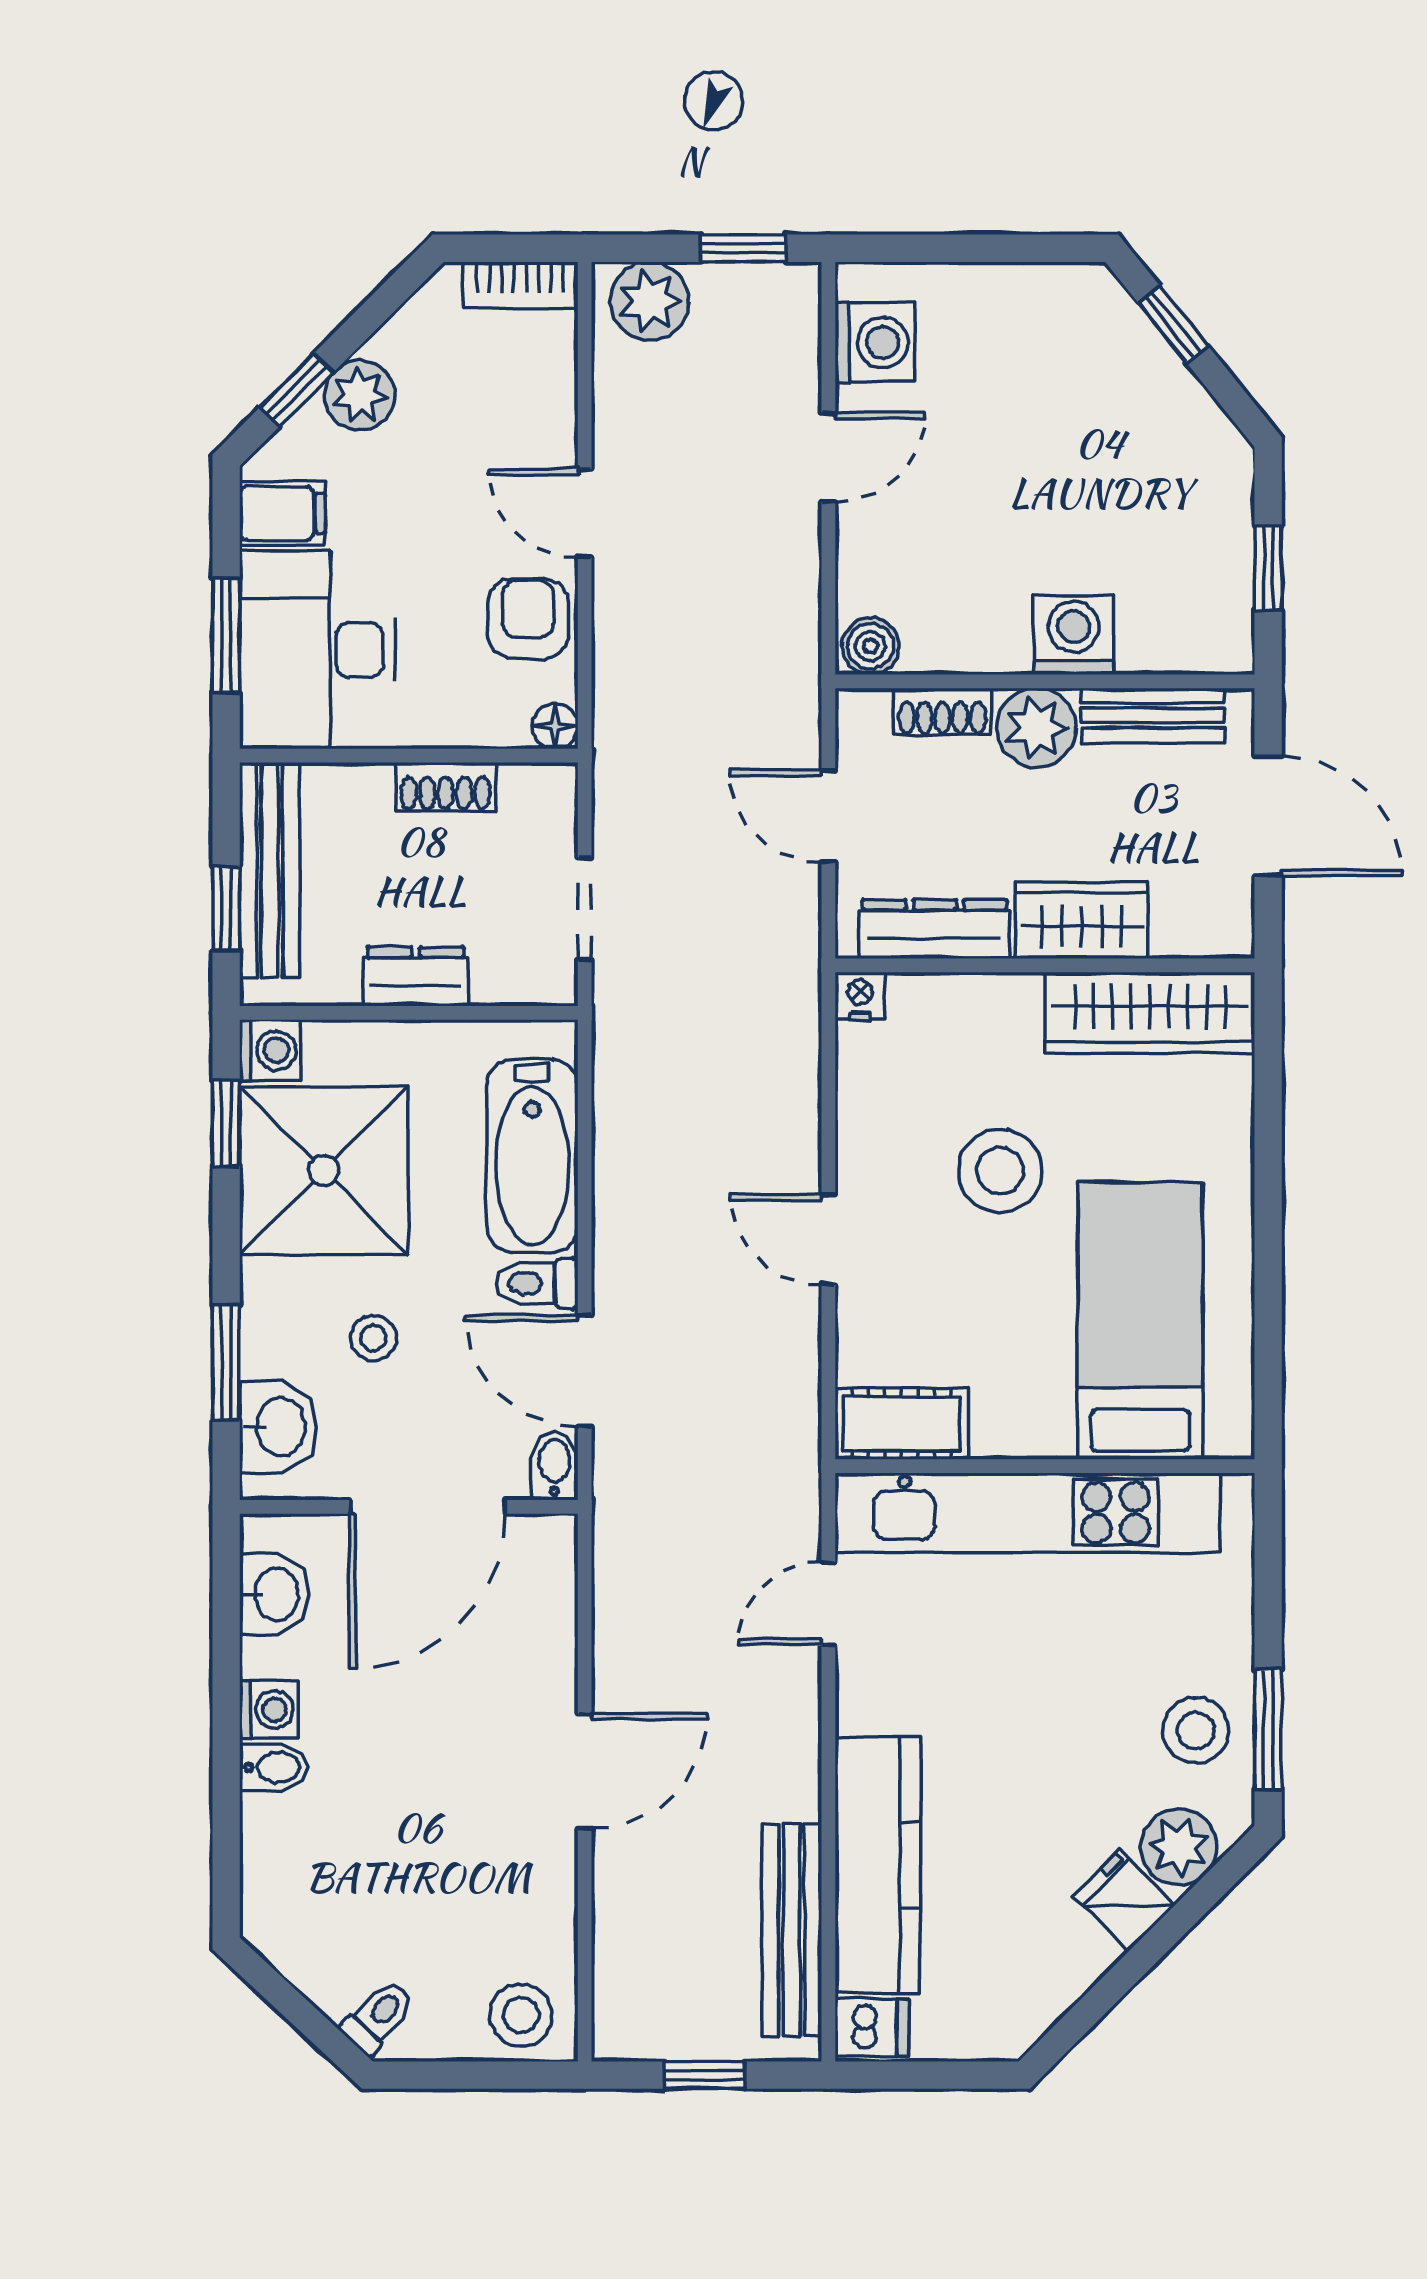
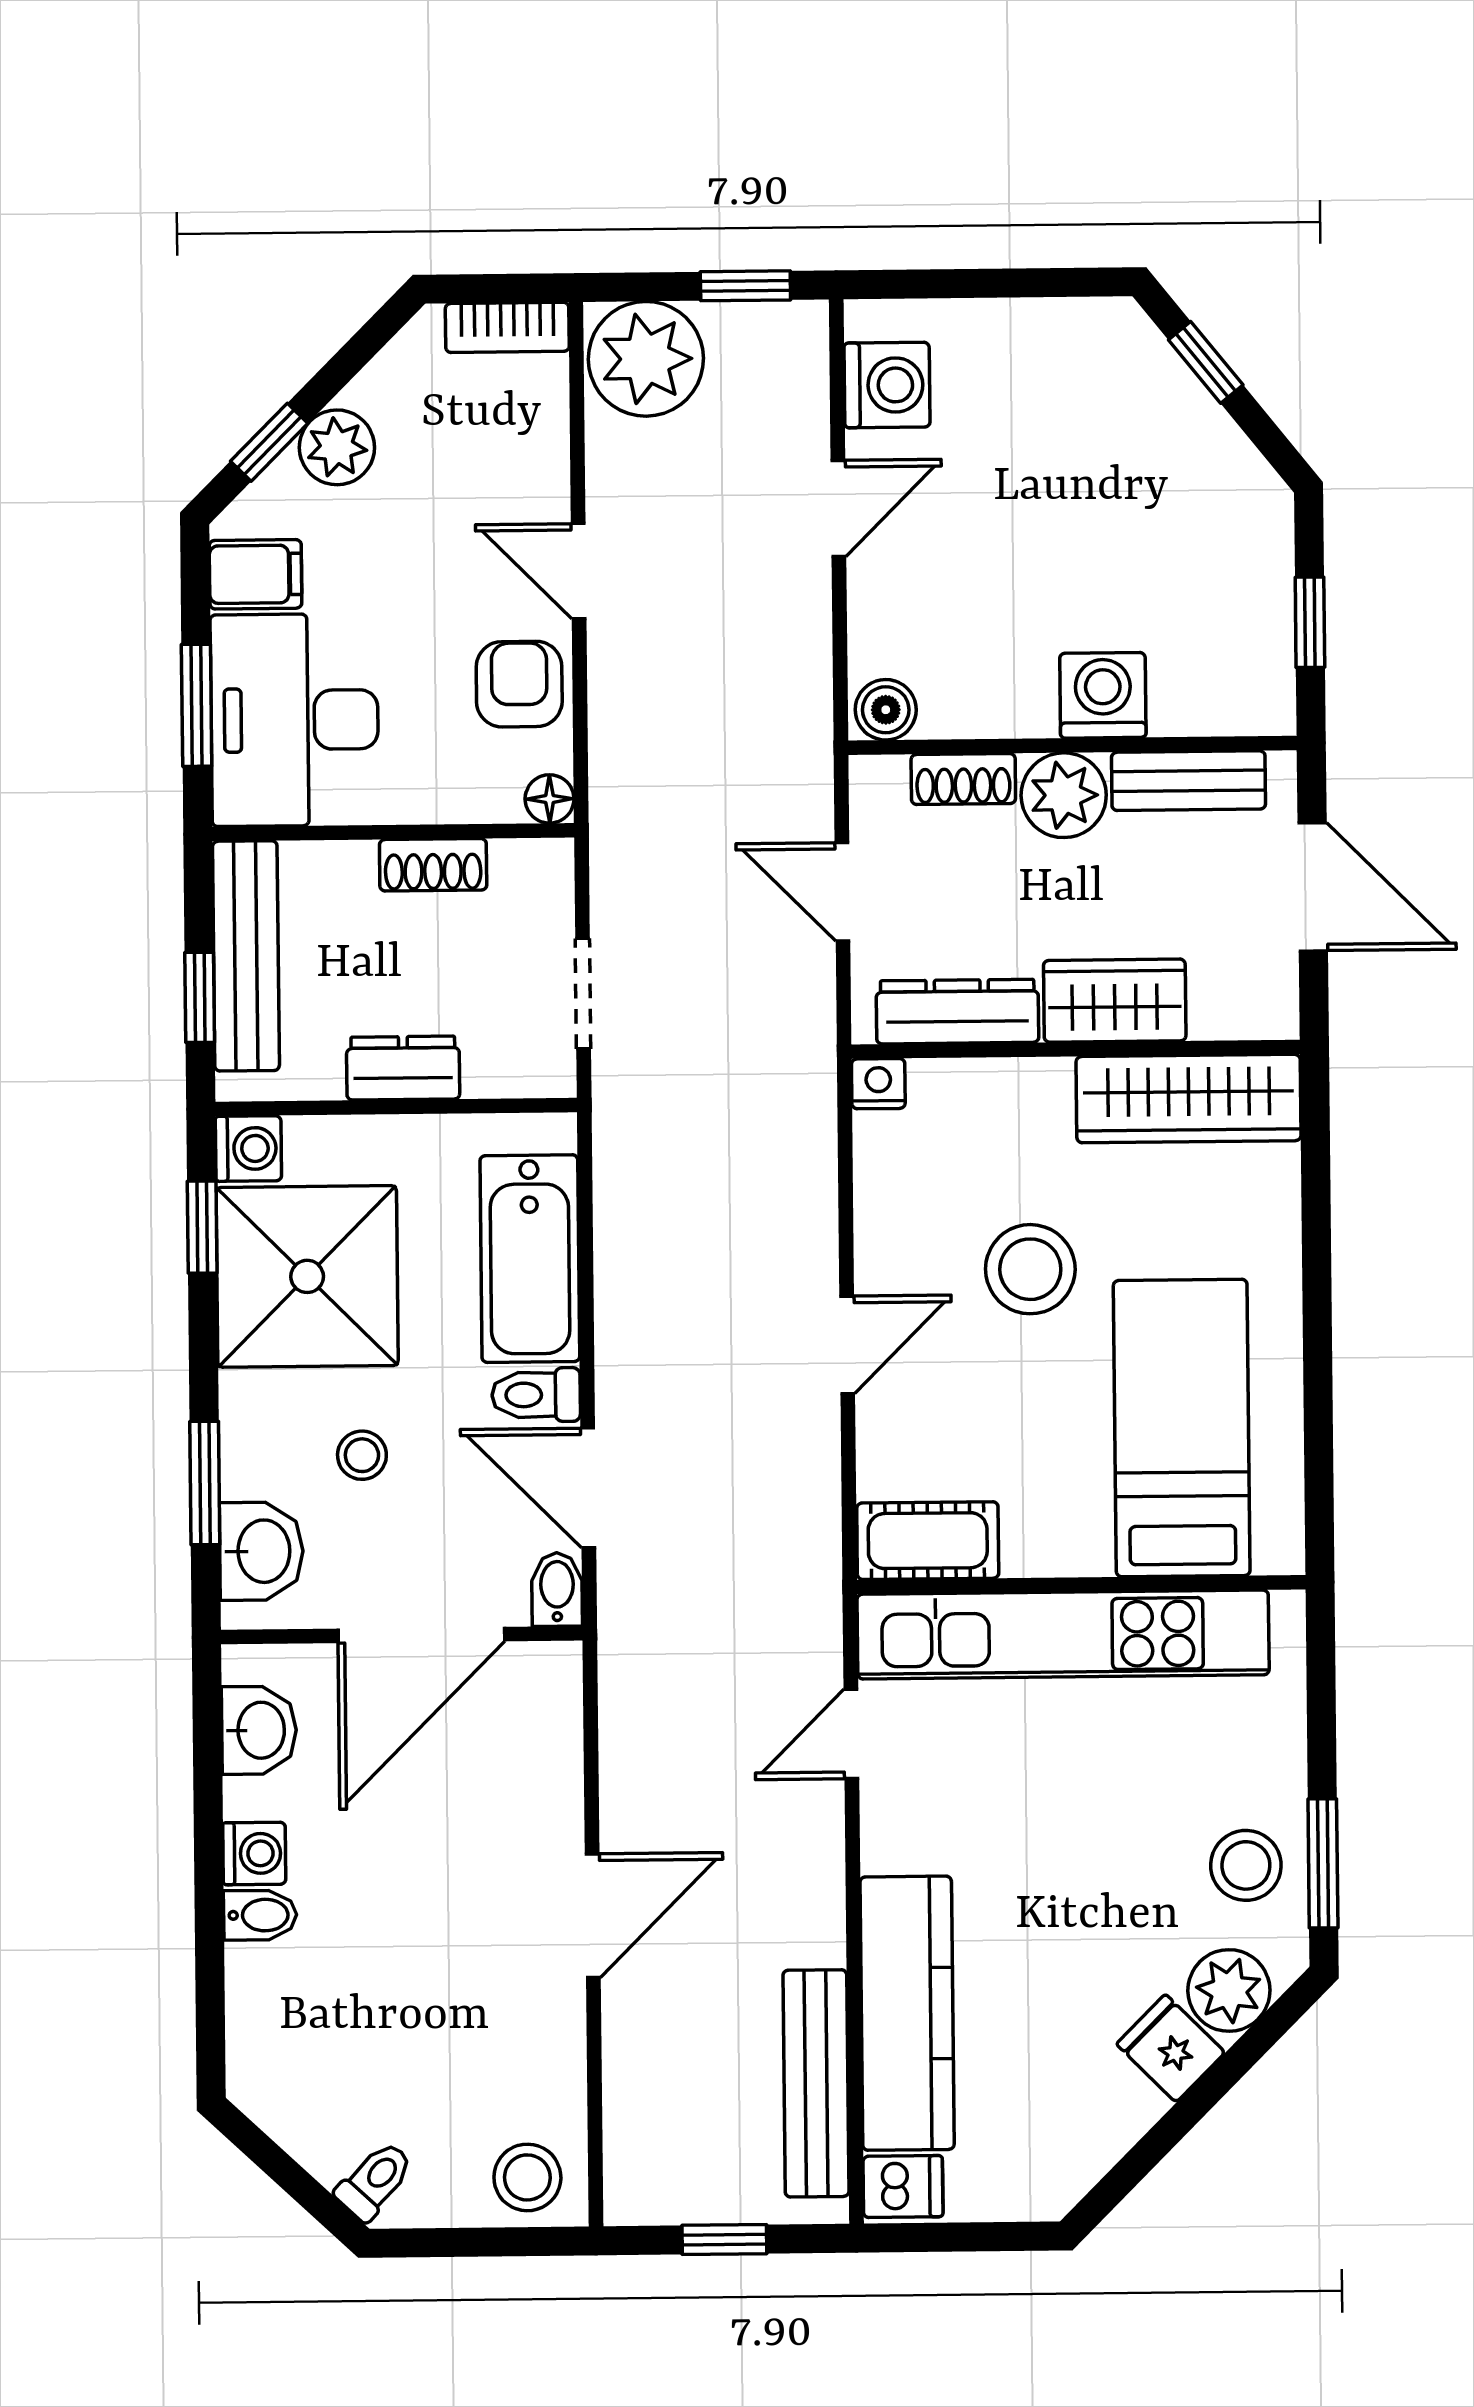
plant: (650, 301) -> (646, 359), width x1.36, depth x1.36
door: (828, 1240) -> (847, 1345), swing flipped

